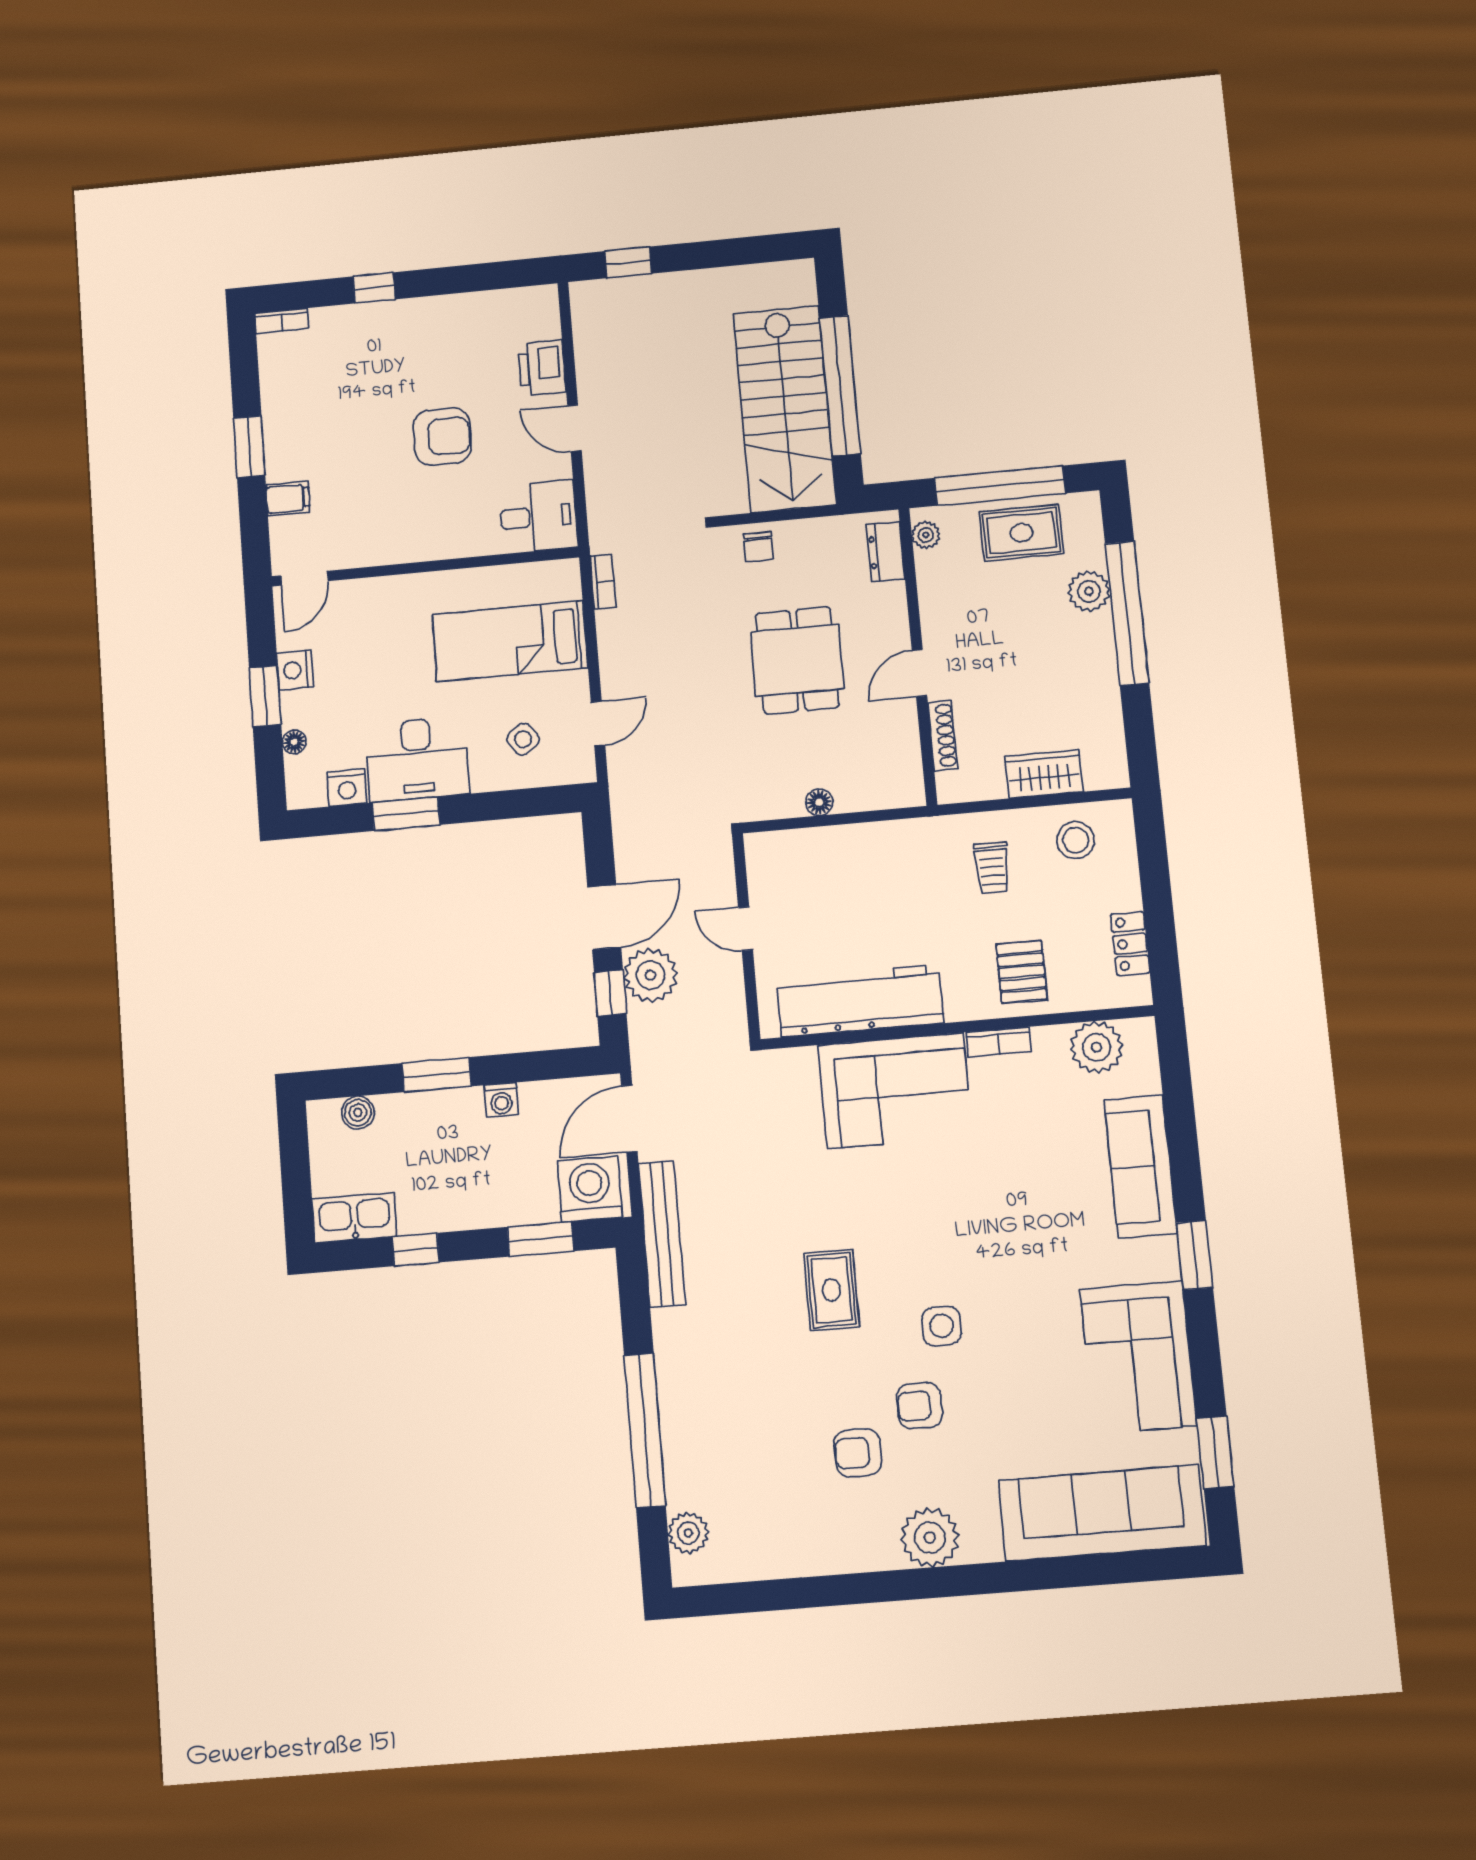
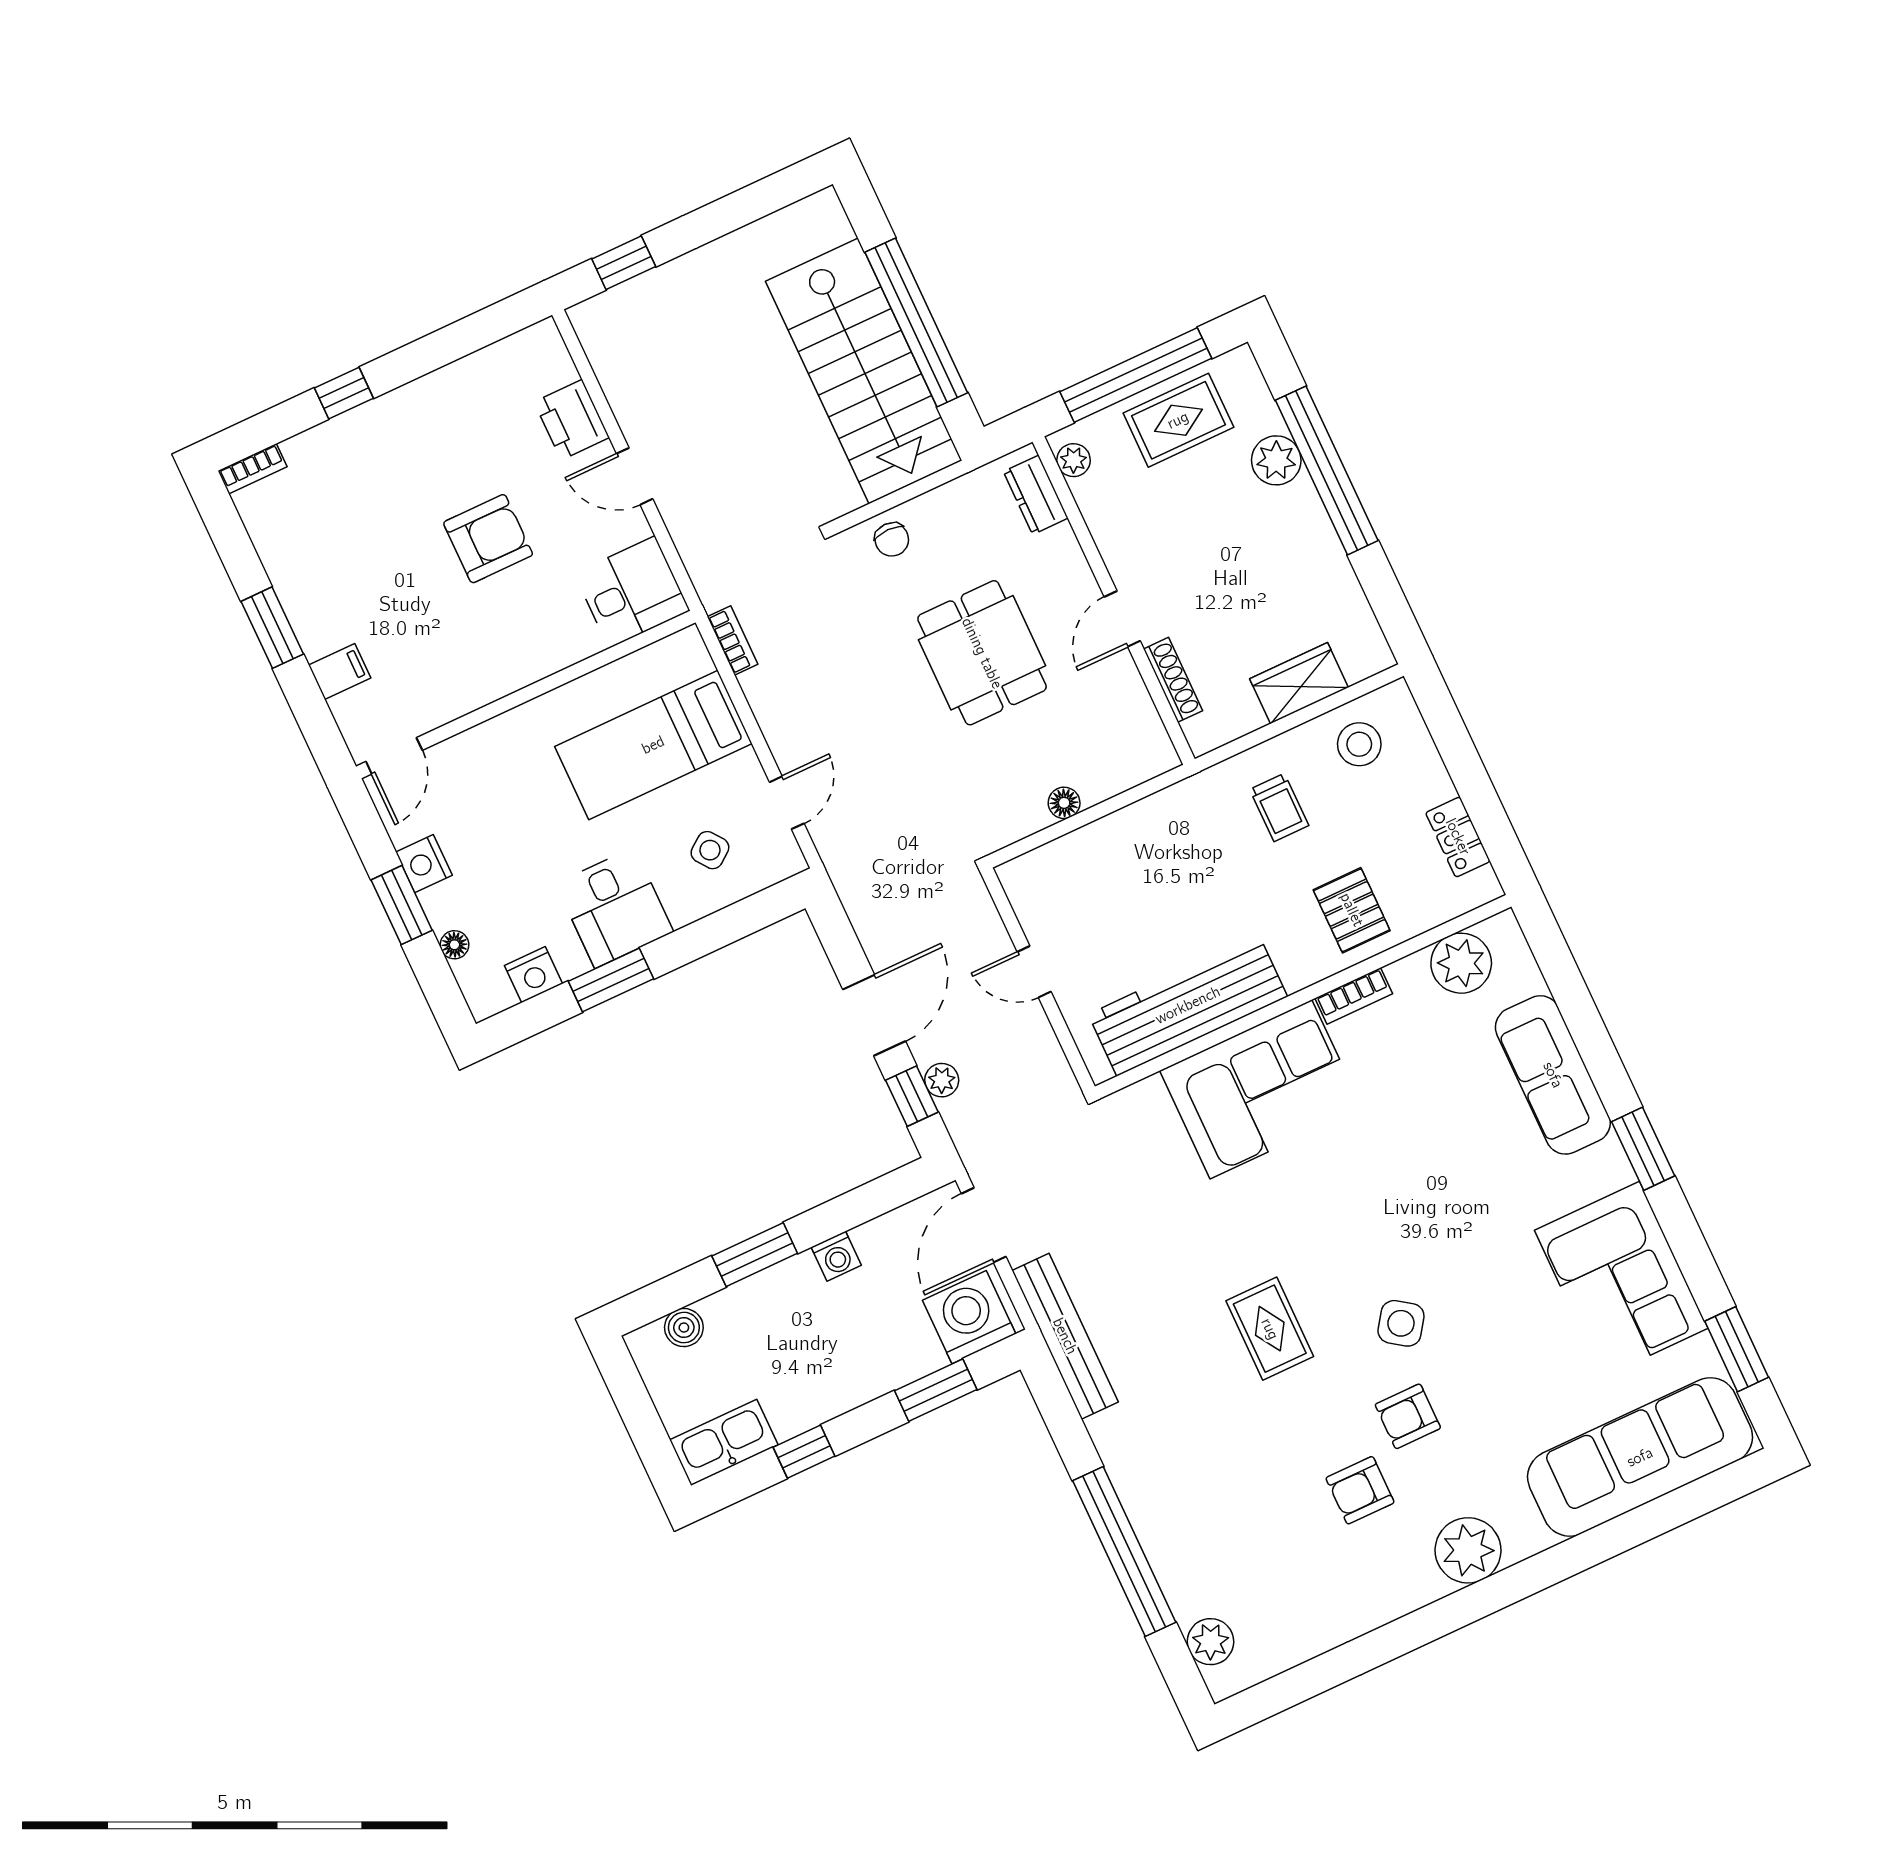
desk: (417, 759) -> (615, 908), width x0.73
plant: (650, 975) -> (942, 1080), width x0.53, depth x0.53
side table: (941, 1326) -> (1401, 1323), turned 35

